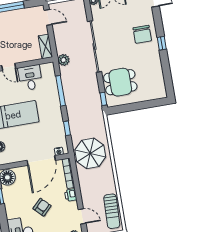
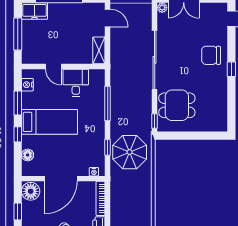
chair: (142, 34) -> (211, 55), turned 90
plant: (64, 60) -> (117, 69), removed
parasol: (90, 153) -> (130, 152), moved
door: (41, 160) -> (61, 179), moved

